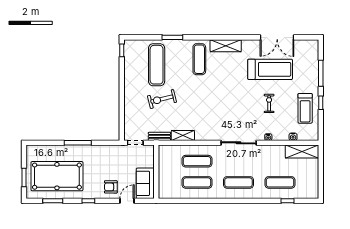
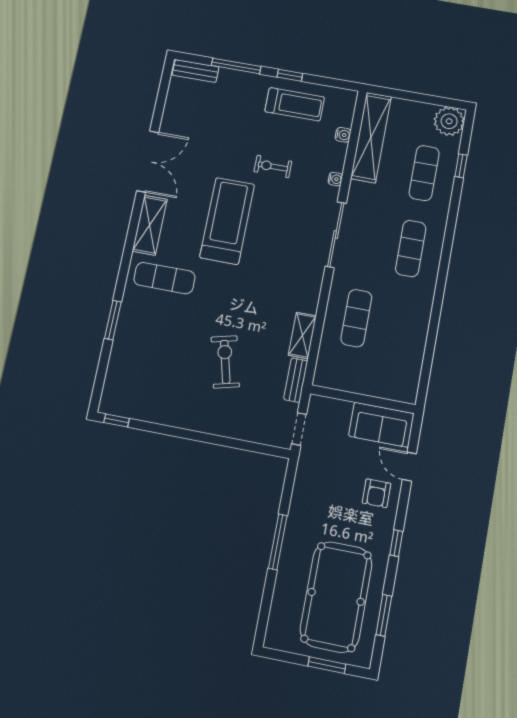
double door: (277, 37) -> (148, 161), moved
bench: (314, 52) -> (196, 71), added
exercise mat: (157, 65) -> (158, 360), removed
treadmill: (270, 69) -> (227, 221), moved
exercise bike: (162, 99) -> (225, 362), turned 180
shelving: (302, 152) -> (371, 137), width x1.47
exercise mat: (197, 182) -> (397, 326), removed
plant: (311, 191) -> (449, 121), added

